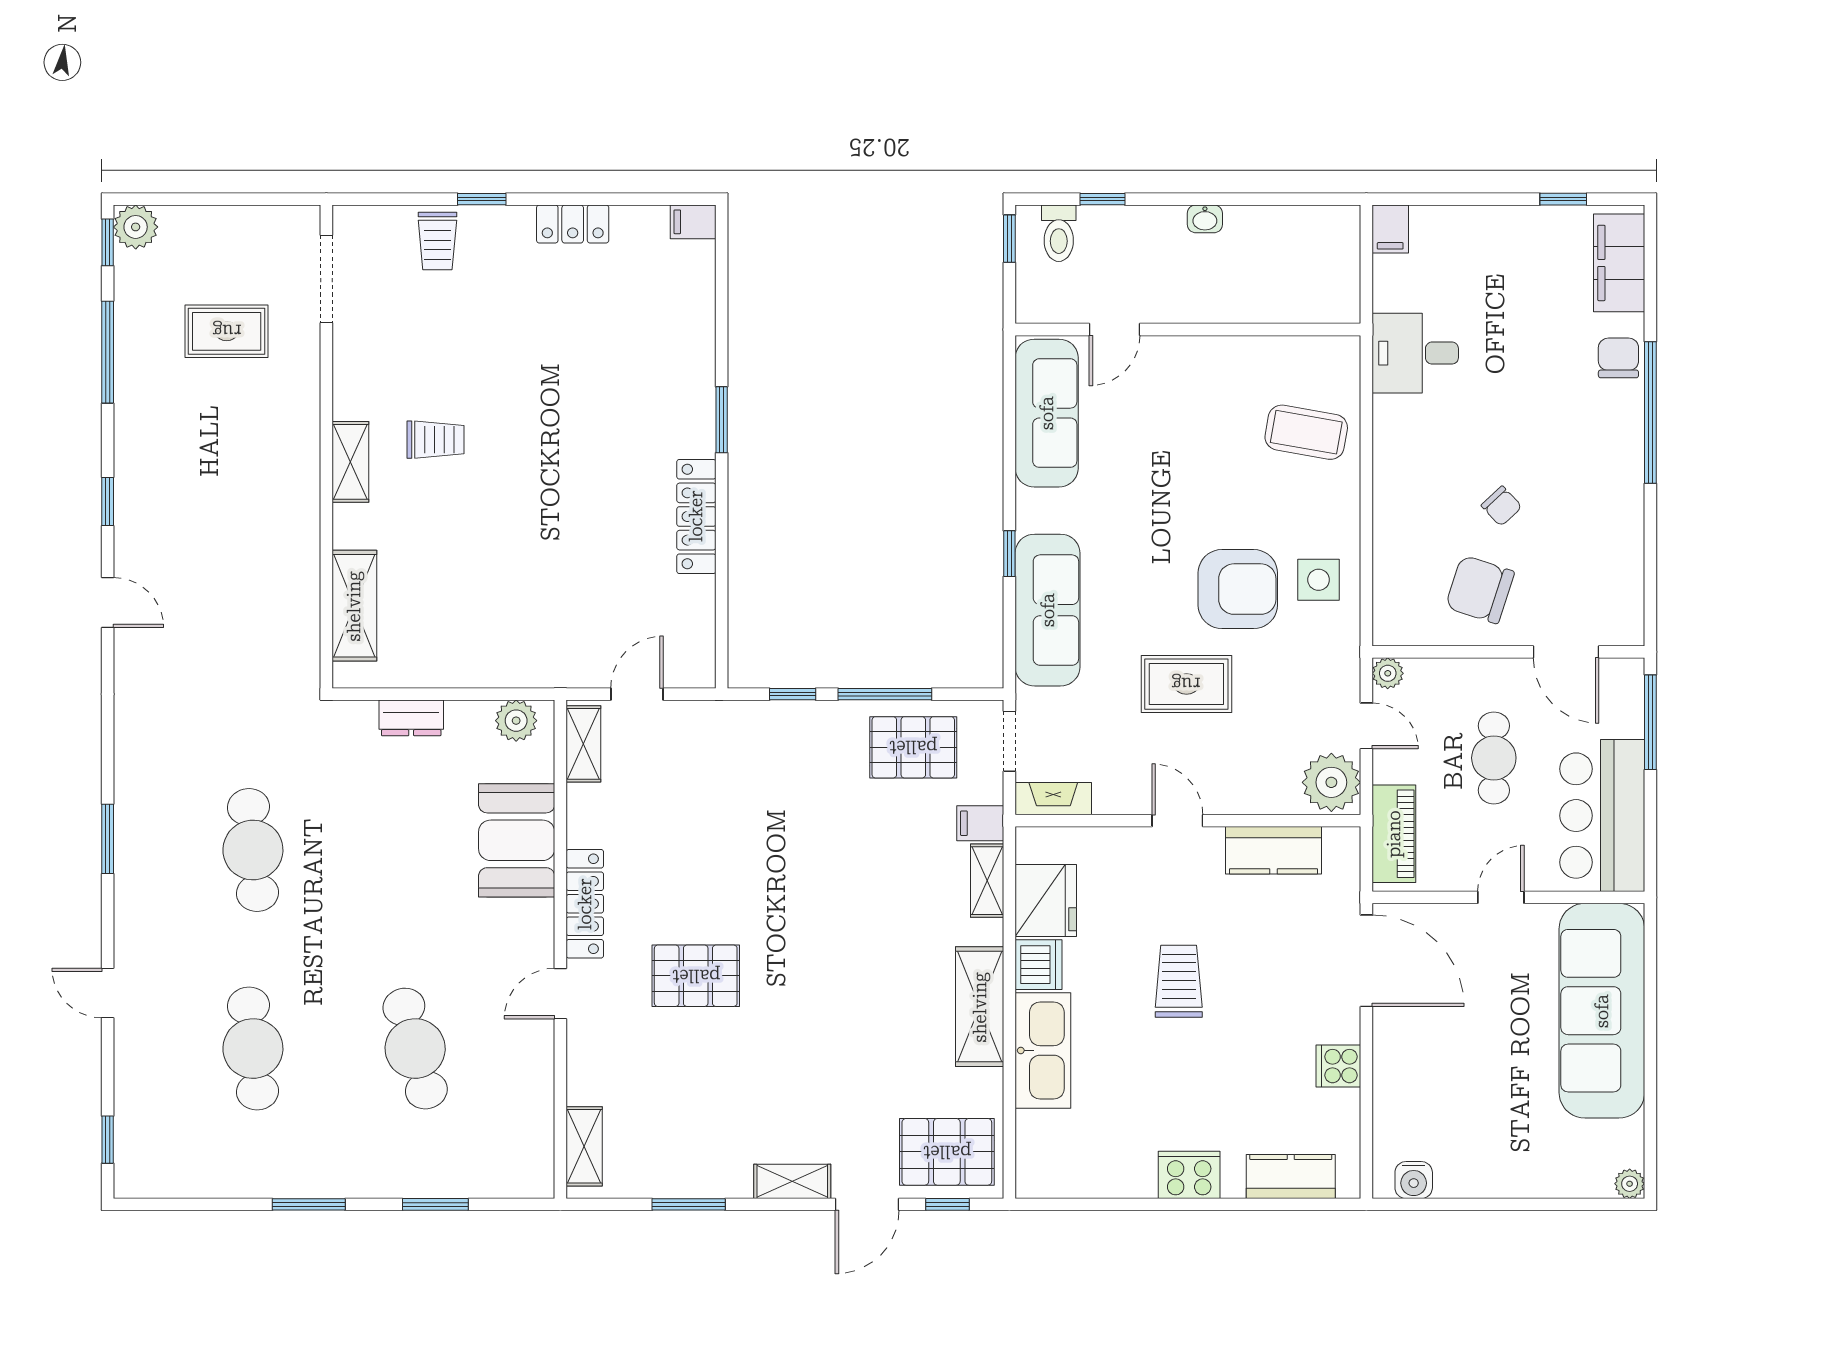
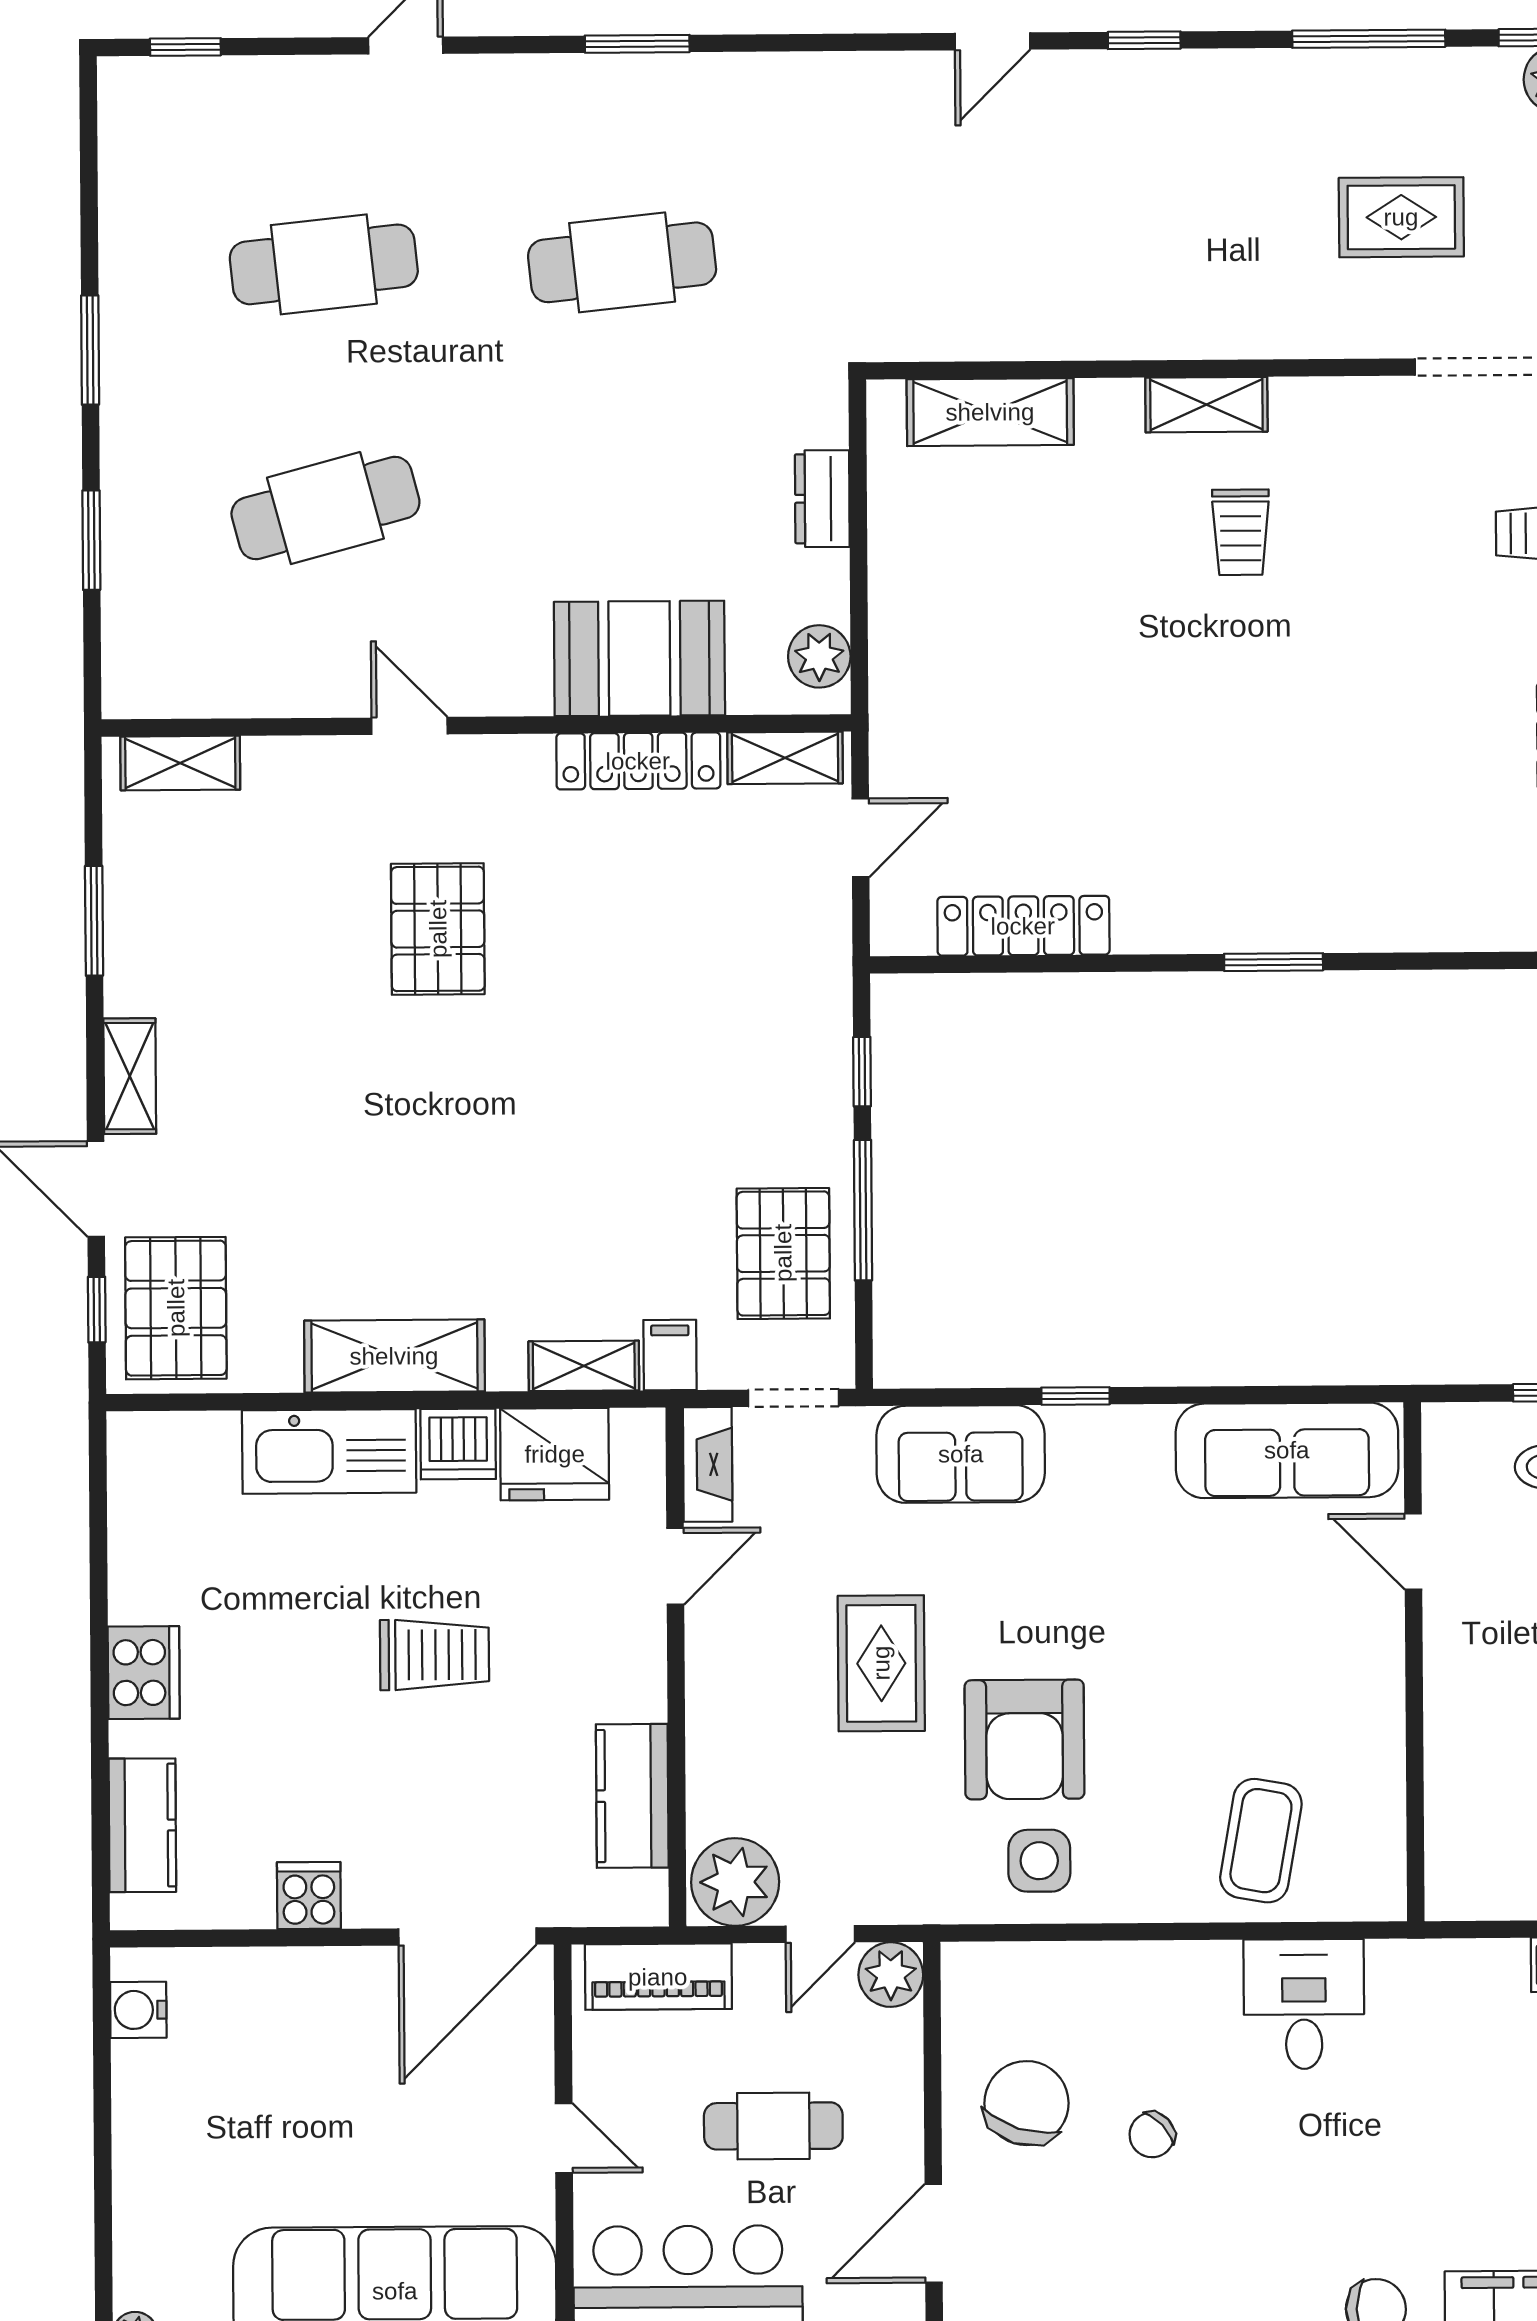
rug: (227, 331) -> (1401, 217), turned 90
desk: (1415, 353) -> (1304, 2004), moved
locker: (696, 516) -> (1023, 926), moved
sofa: (1048, 610) -> (961, 1454), width x0.73
plant: (1388, 673) -> (891, 1975), width x1.38, depth x1.38
door: (637, 694) -> (860, 838), hinge flipped
door: (1177, 821) -> (675, 1566), moved
locker: (585, 904) -> (638, 761), moved

